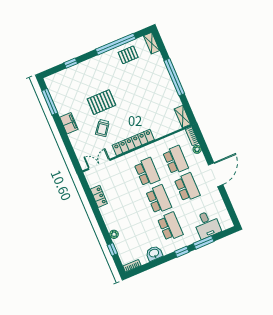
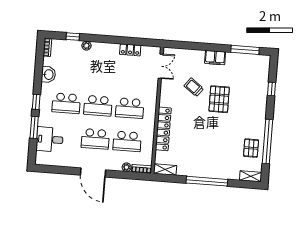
locker: (133, 142) -> (163, 129), moved

